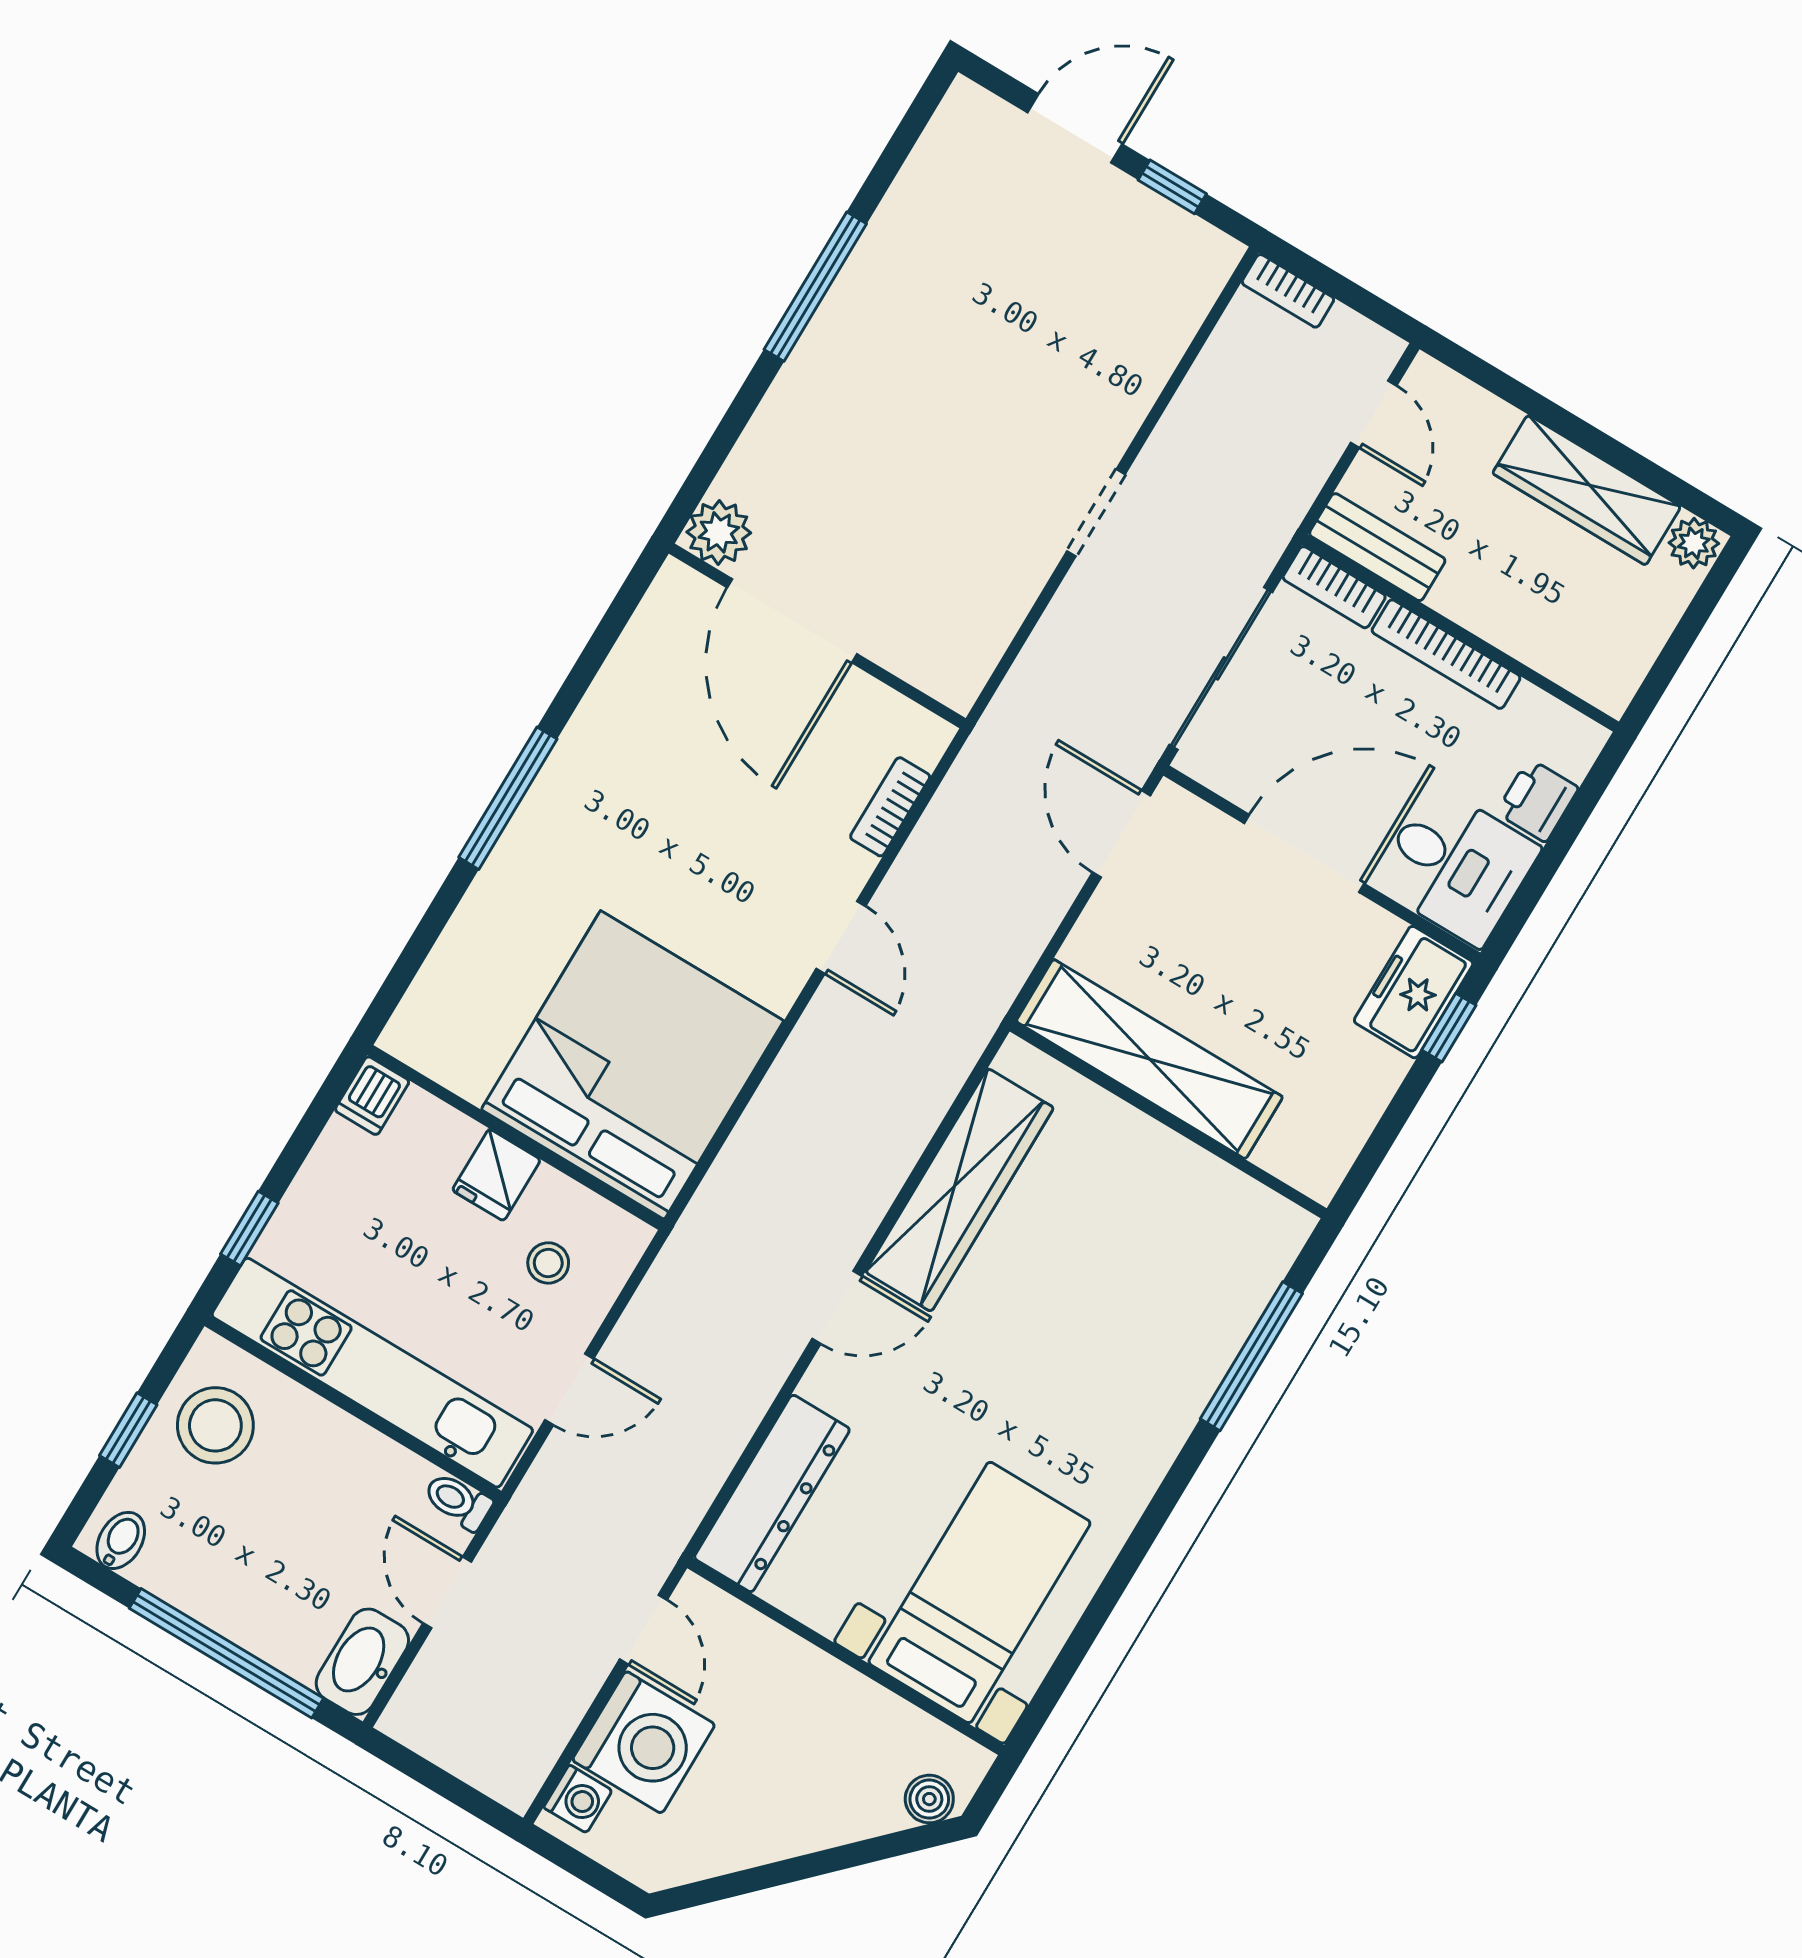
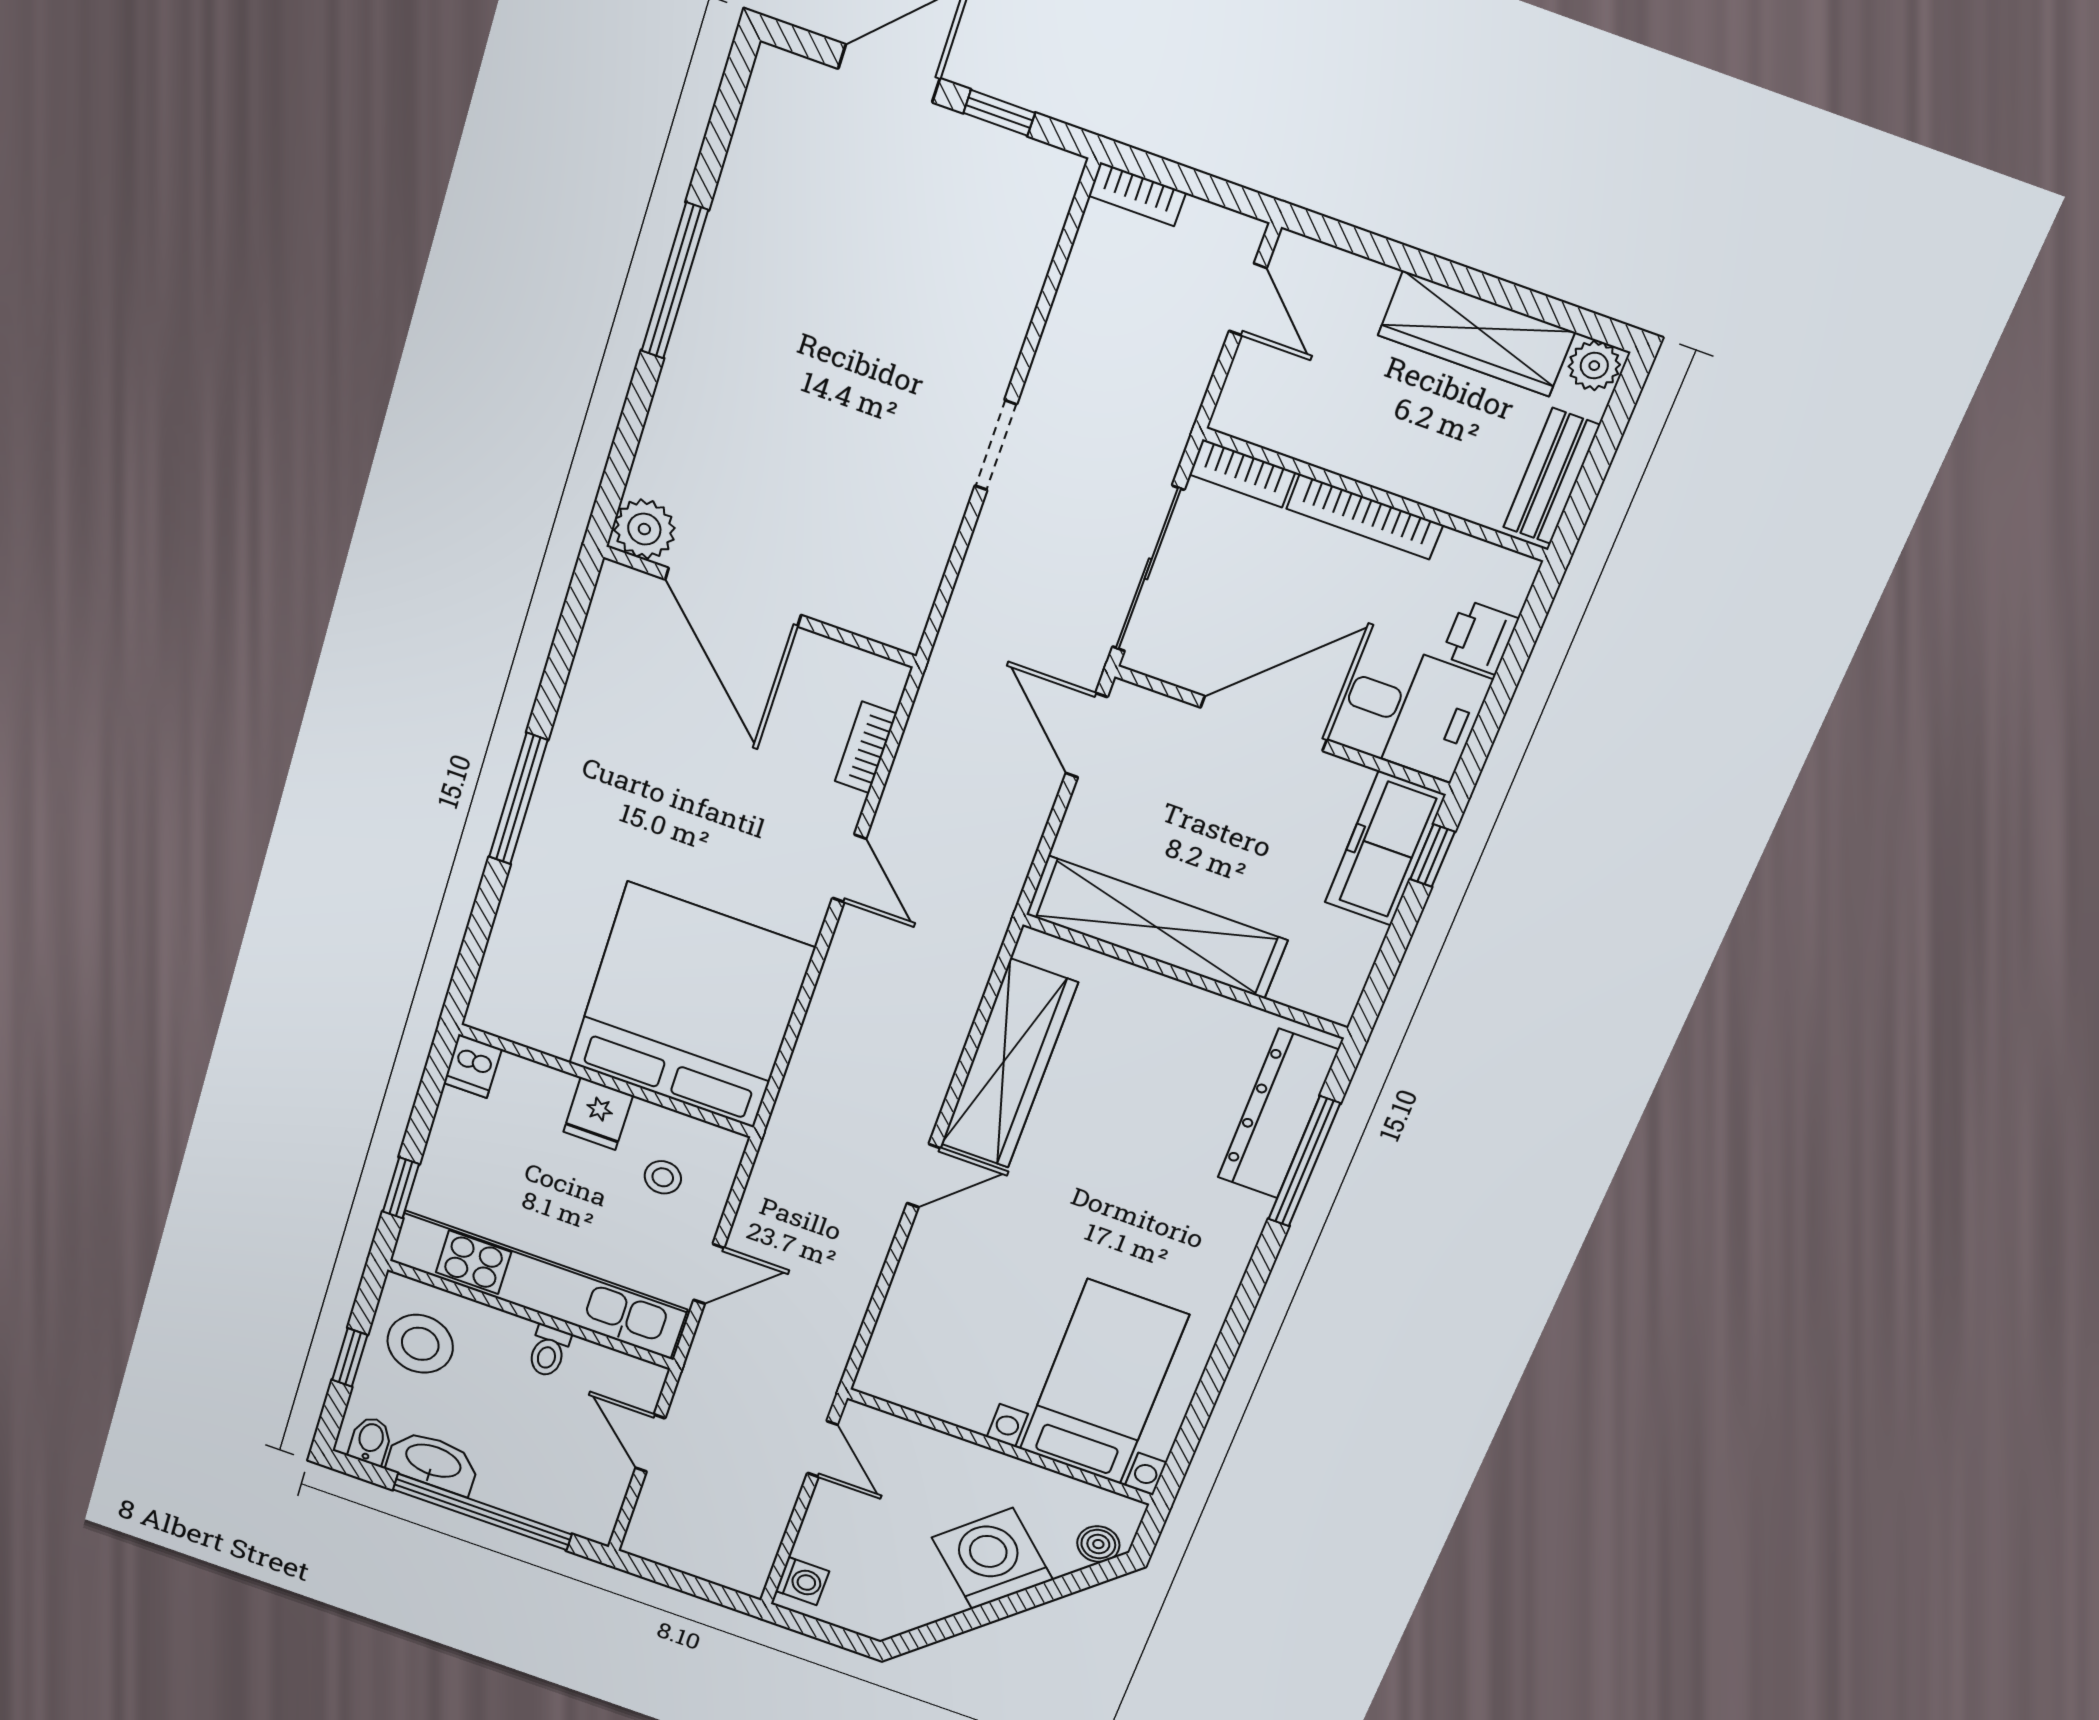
bench: (1377, 547) -> (1552, 476), moved, turned 90
freezer: (1414, 992) -> (1385, 848), width x1.40
dresser: (772, 1493) -> (1278, 1114), moved, turned 180
toilet: (458, 1501) -> (549, 1351), moved, turned -90
washbasin: (362, 1662) -> (433, 1462), moved, turned 90
washing machine: (644, 1742) -> (992, 1559), moved, turned -135

